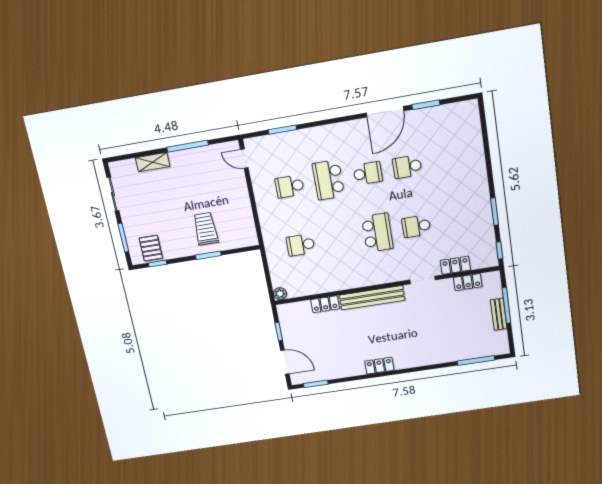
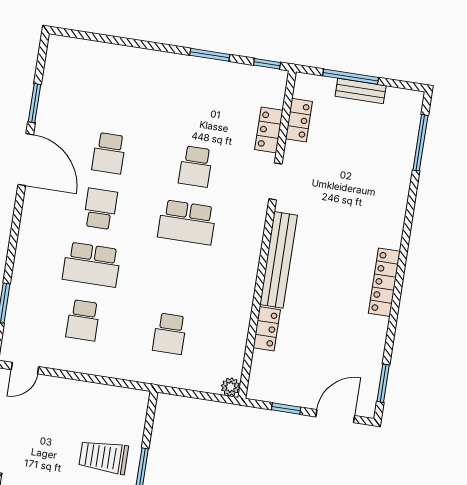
school desk: (377, 233) -> (187, 222), turned 180
locker: (379, 366) -> (384, 282), width x1.53

